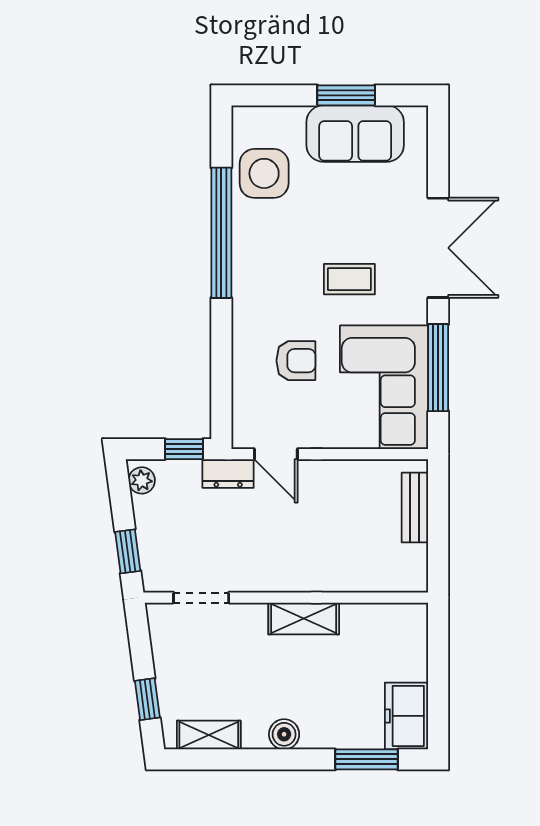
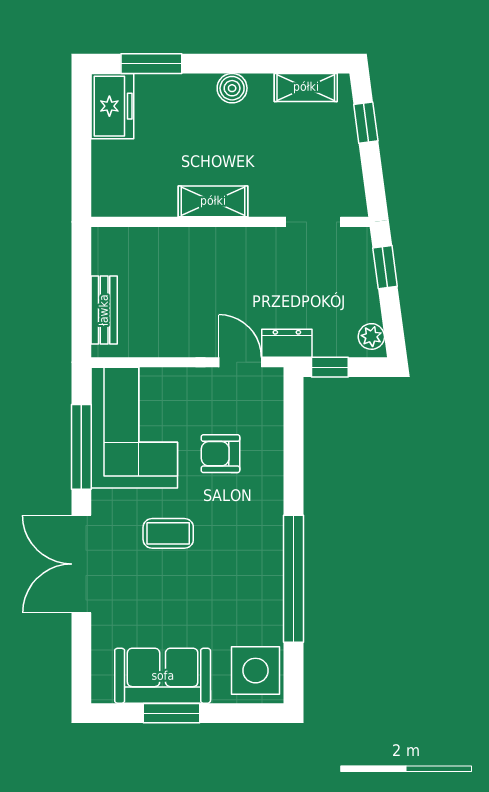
side table: (264, 173) -> (255, 671), moved

